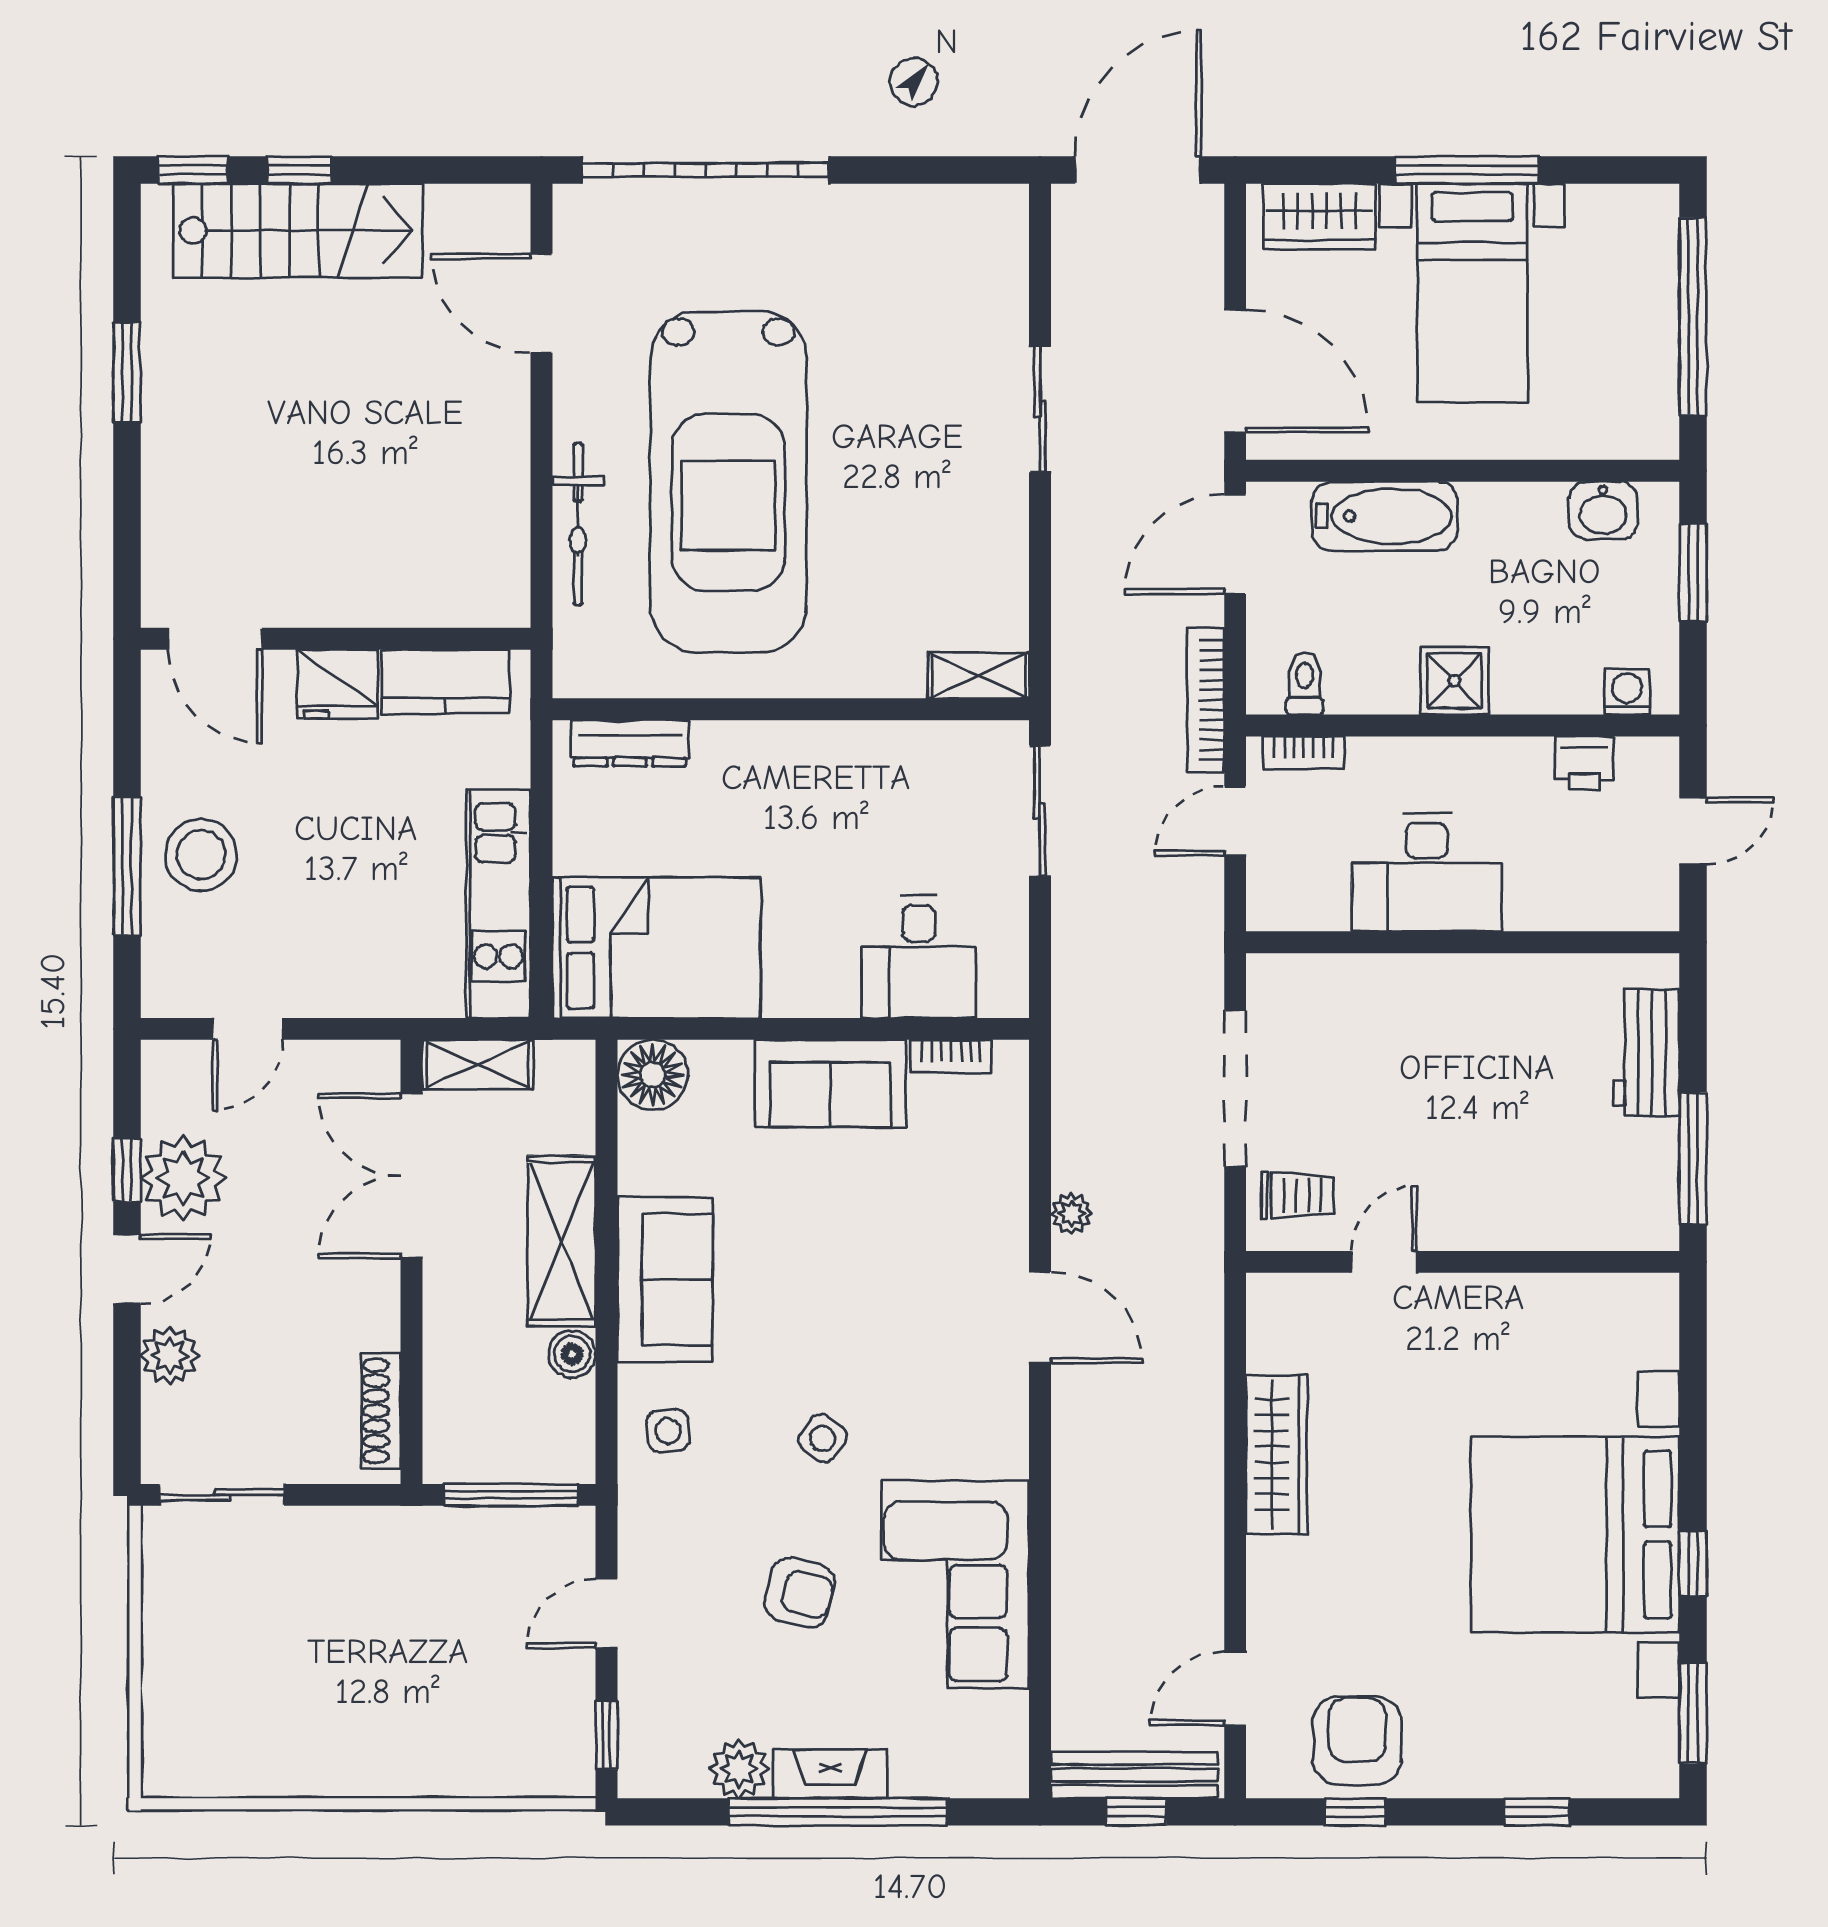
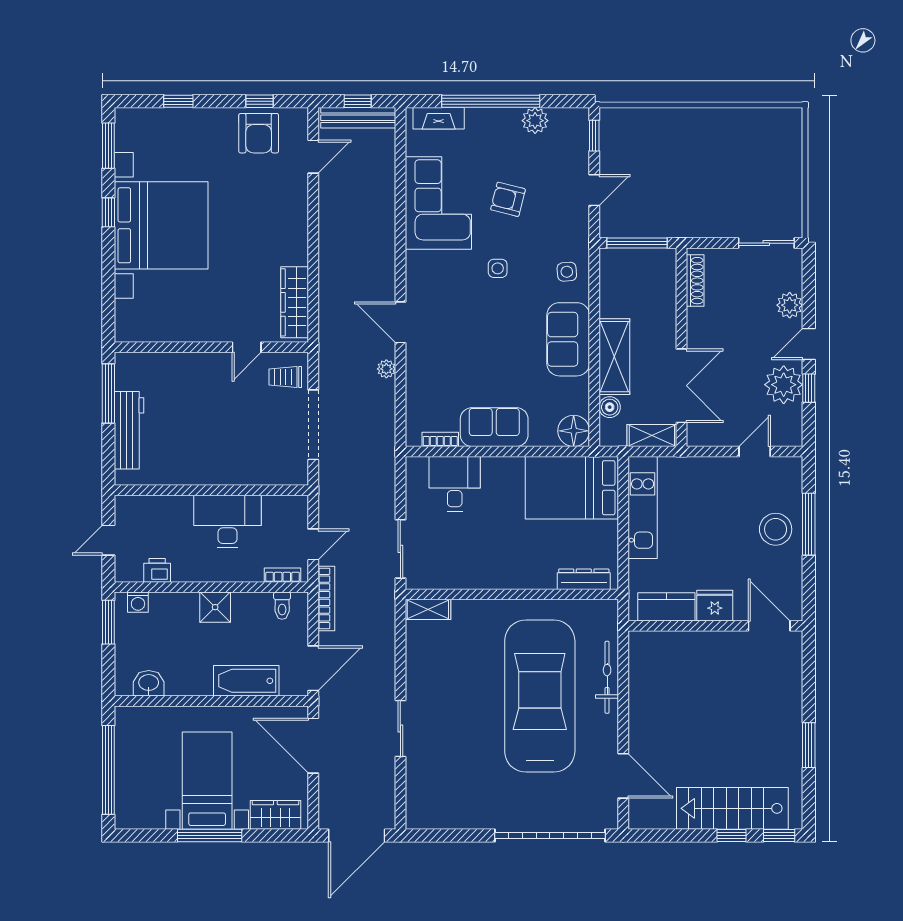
window: (1693, 572) -> (108, 622), moved
workbench: (1647, 1052) -> (129, 430), width x1.37
boiler: (572, 1354) -> (610, 407), moved
side table: (822, 1438) -> (498, 268), turned -36
wardrobe: (1277, 1455) -> (295, 302), moved
fireplace: (830, 1774) -> (439, 118), moved

